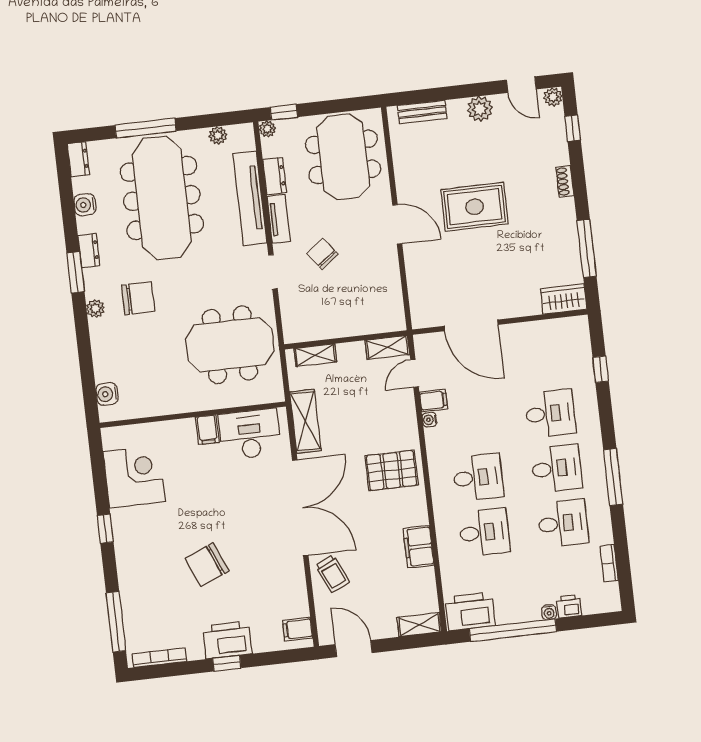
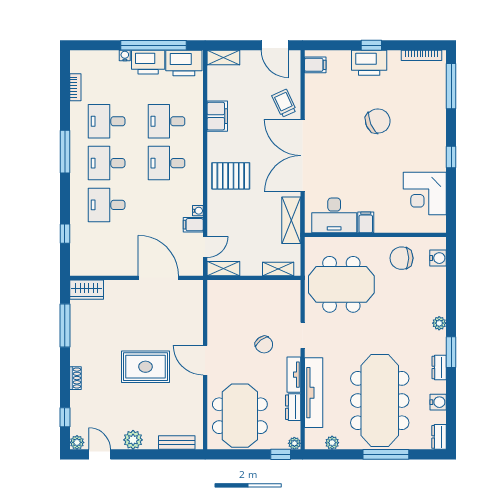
chair: (138, 298) -> (402, 258), moved
printer: (569, 606) -> (148, 62), moved, width x1.87, depth x1.48

